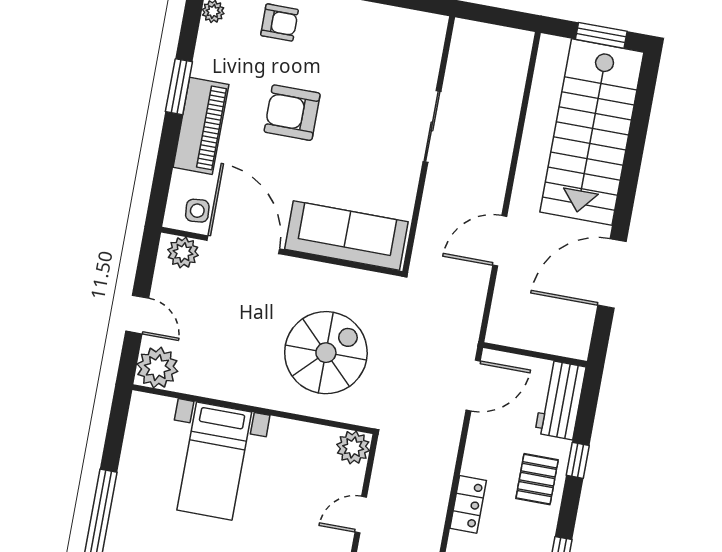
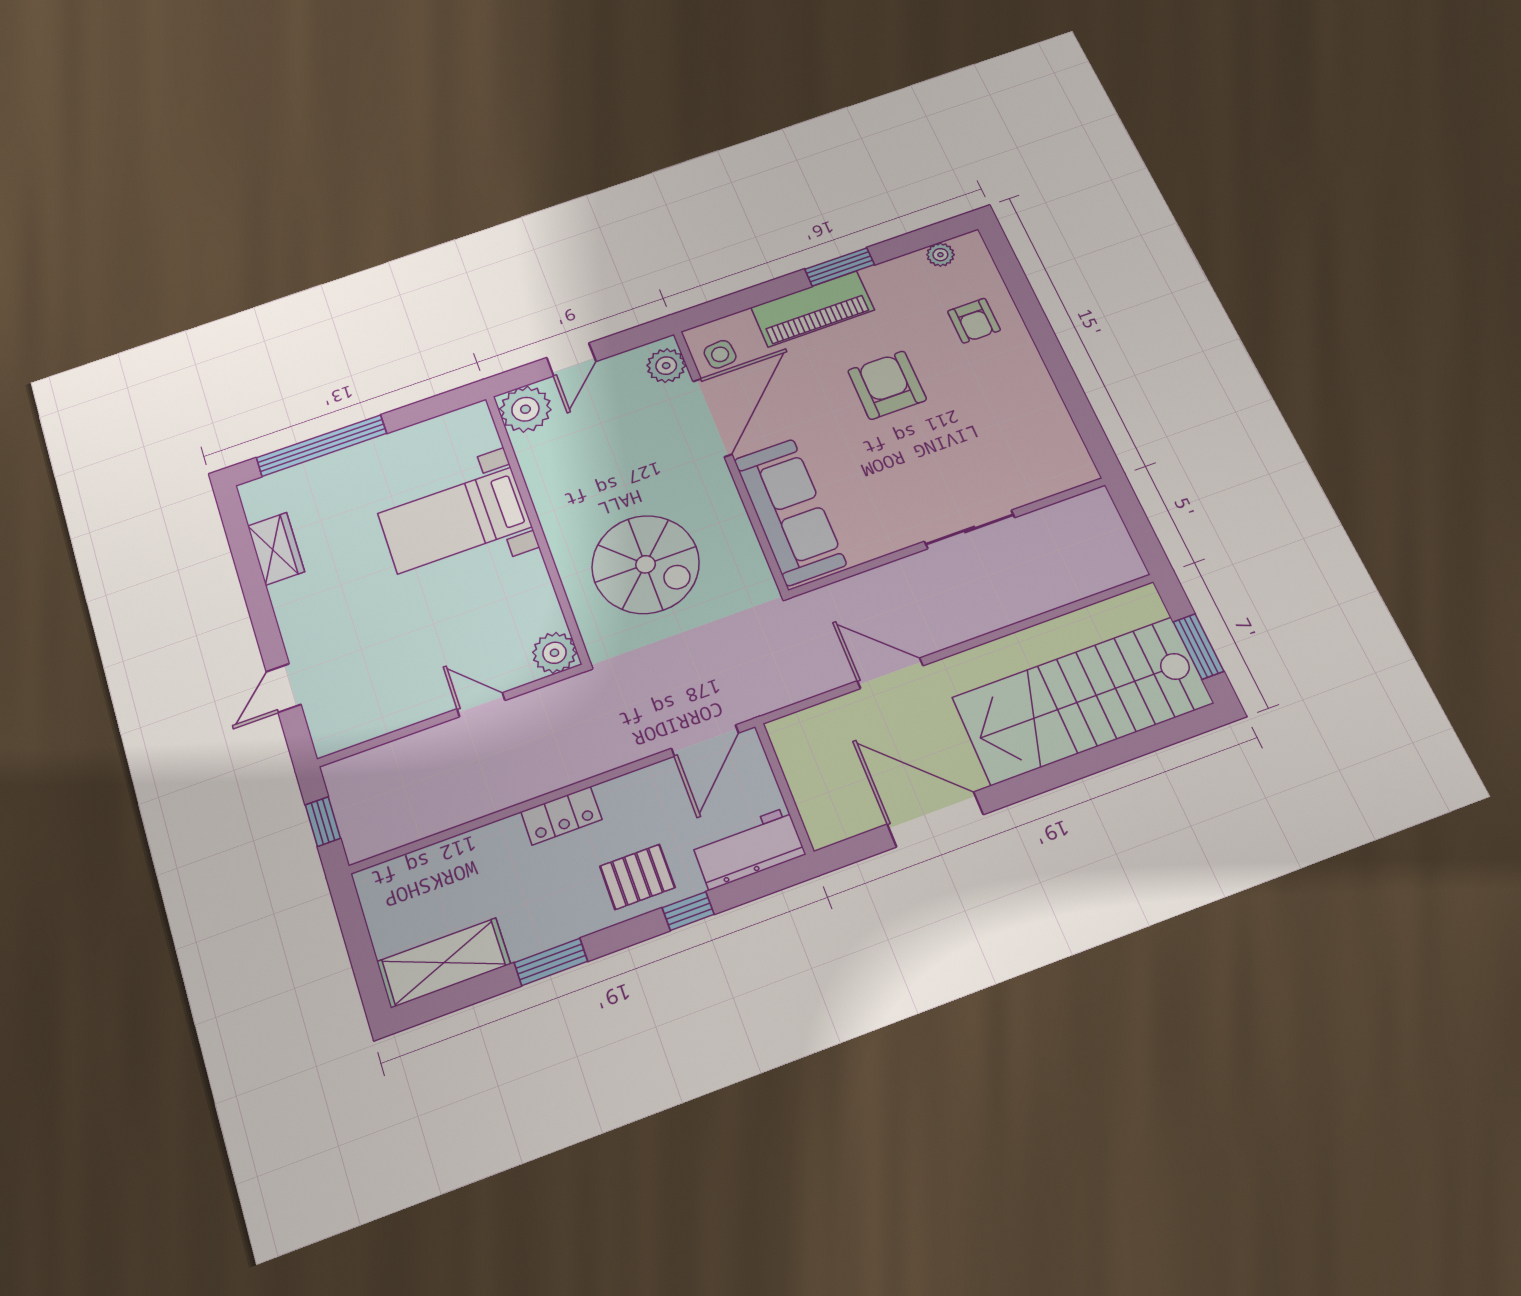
door: (473, 385) -> (705, 741), hinge flipped

